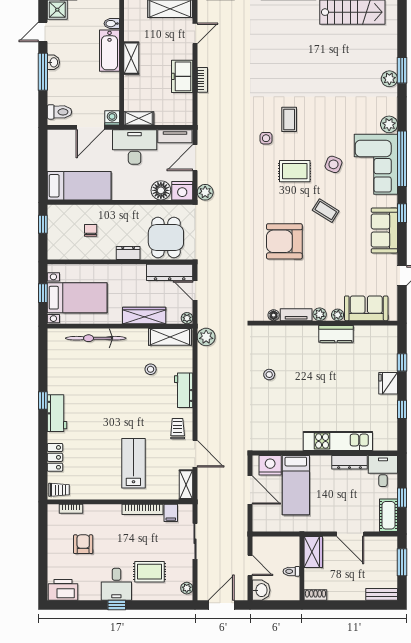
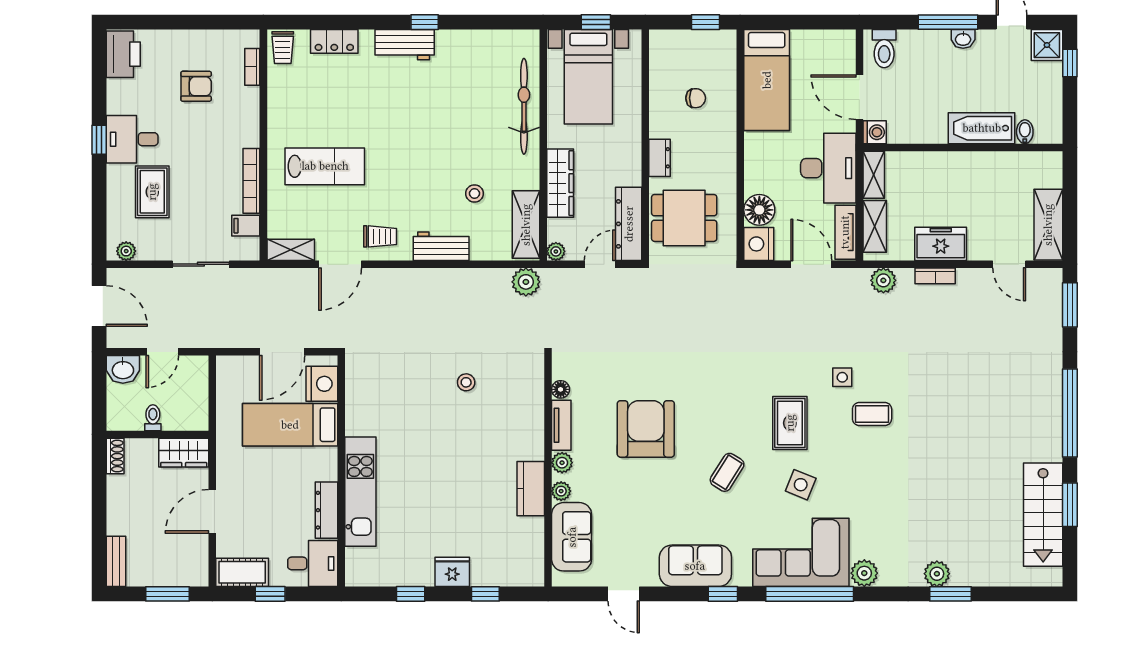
shelving: (131, 58) -> (875, 226), moved, turned 90
plant: (205, 192) -> (883, 280), moved
armchair: (284, 241) -> (646, 429), moved

